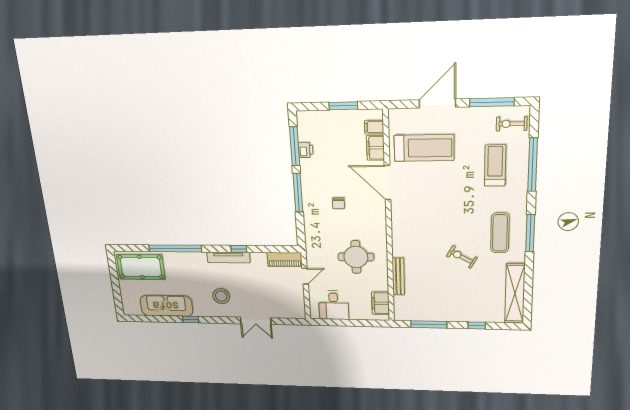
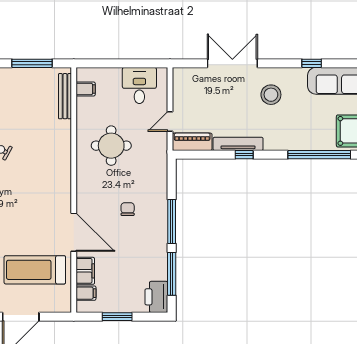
printer: (306, 150) -> (156, 297), moved, width x1.87, depth x1.48
tv unit: (228, 257) -> (238, 144), moved
bench: (398, 276) -> (65, 96), moved
filing cabinet: (380, 303) -> (86, 89), width x0.50
double door: (256, 321) -> (232, 63), width x1.37

